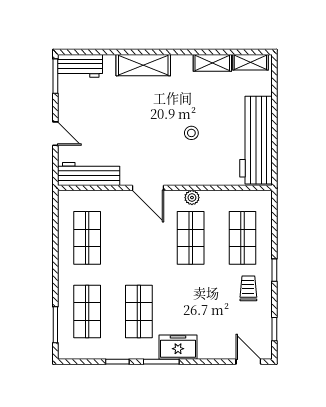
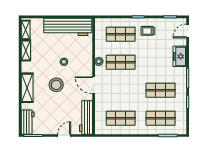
stool: (149, 119) -> (56, 85), added
door: (148, 188) -> (94, 85), swing flipped
freezer: (178, 347) -> (180, 56), moved

